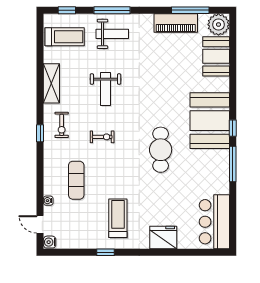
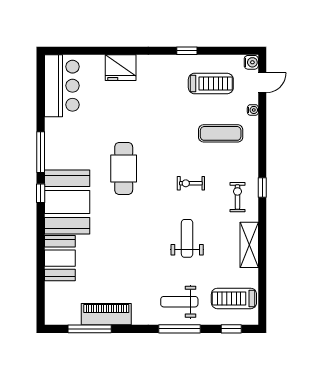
plant: (218, 25) -> (57, 312), removed
booth: (216, 56) -> (60, 258), moved
exercise mat: (76, 180) -> (221, 133), turned 90
treadmill: (118, 218) -> (211, 83), moved, turned -90
door: (40, 224) -> (262, 83), hinge flipped

